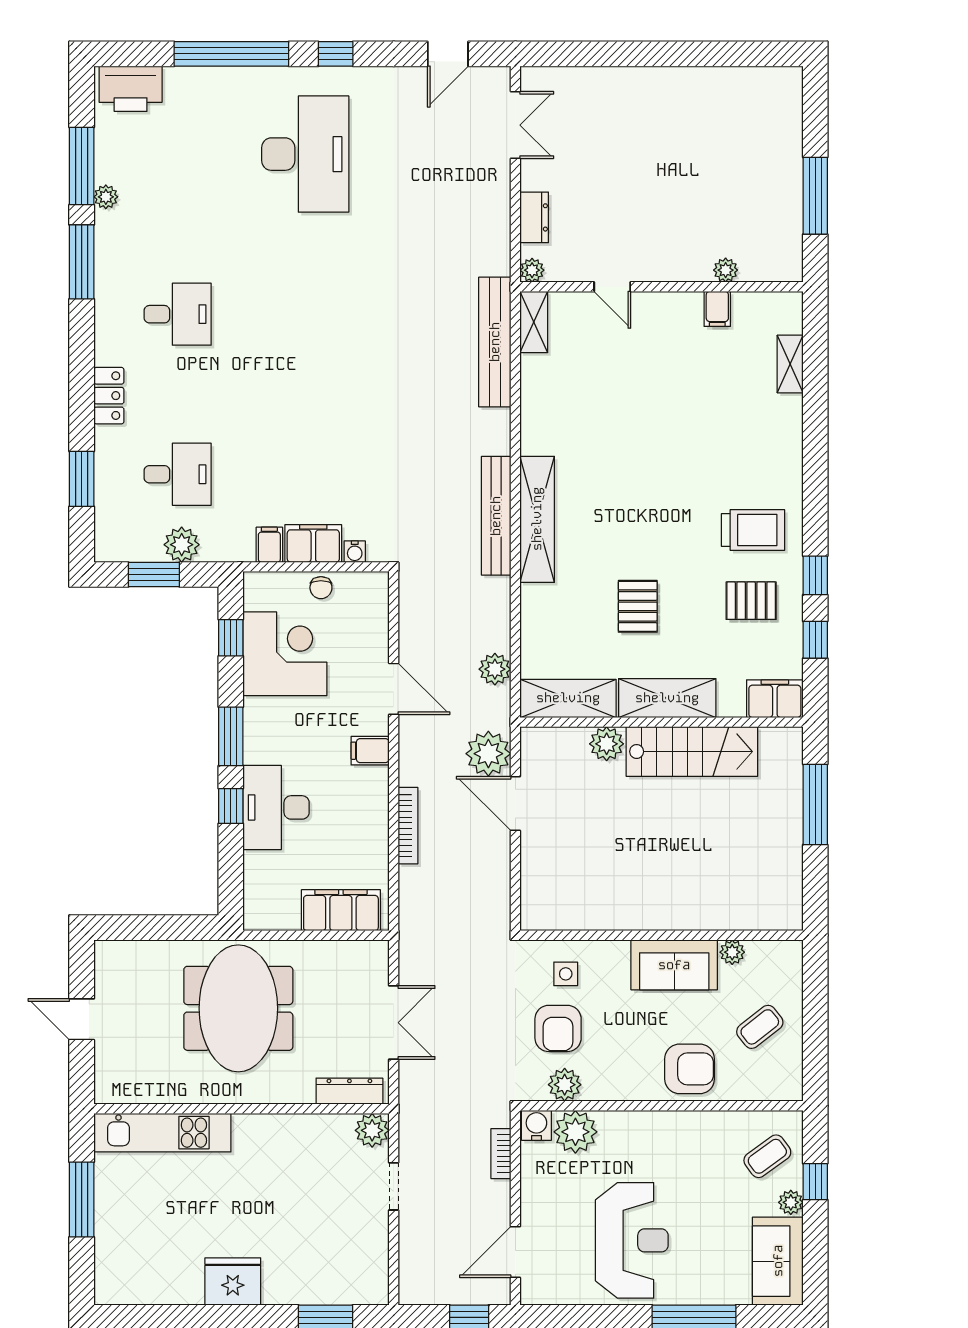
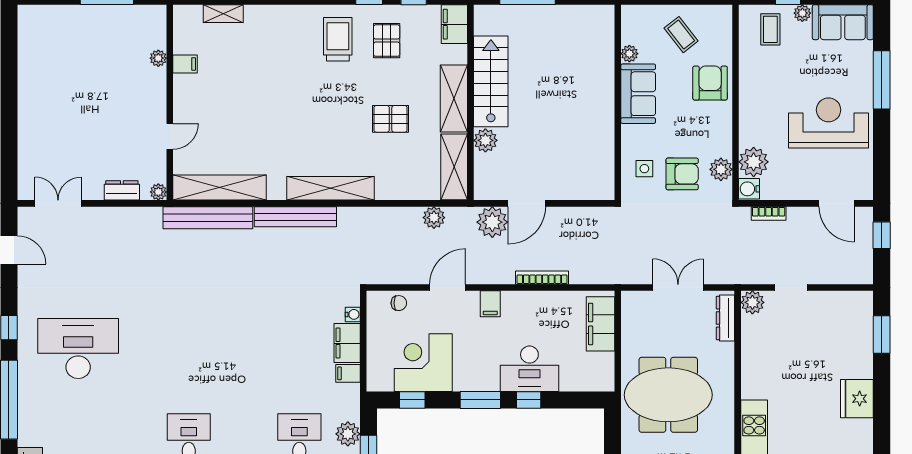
shelving: (534, 322) -> (220, 188), width x2.20, depth x1.33
bench: (496, 516) -> (295, 217), moved
chair: (321, 588) -> (399, 303), moved
coffee table: (767, 1156) -> (770, 29), turned 36

